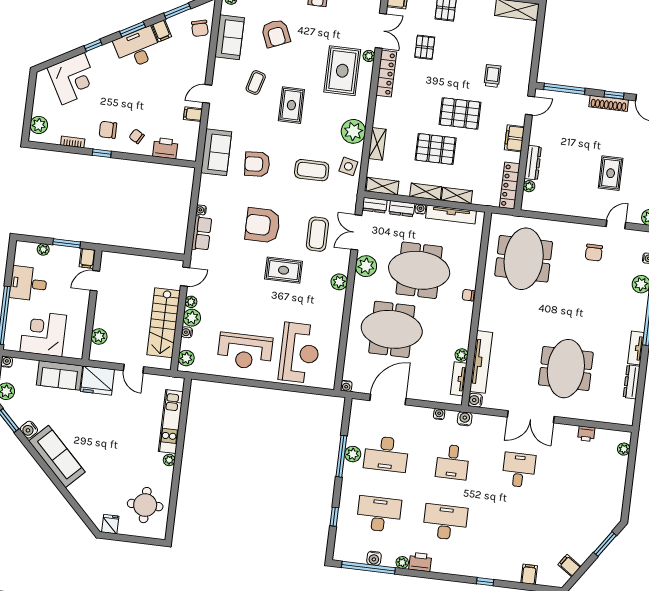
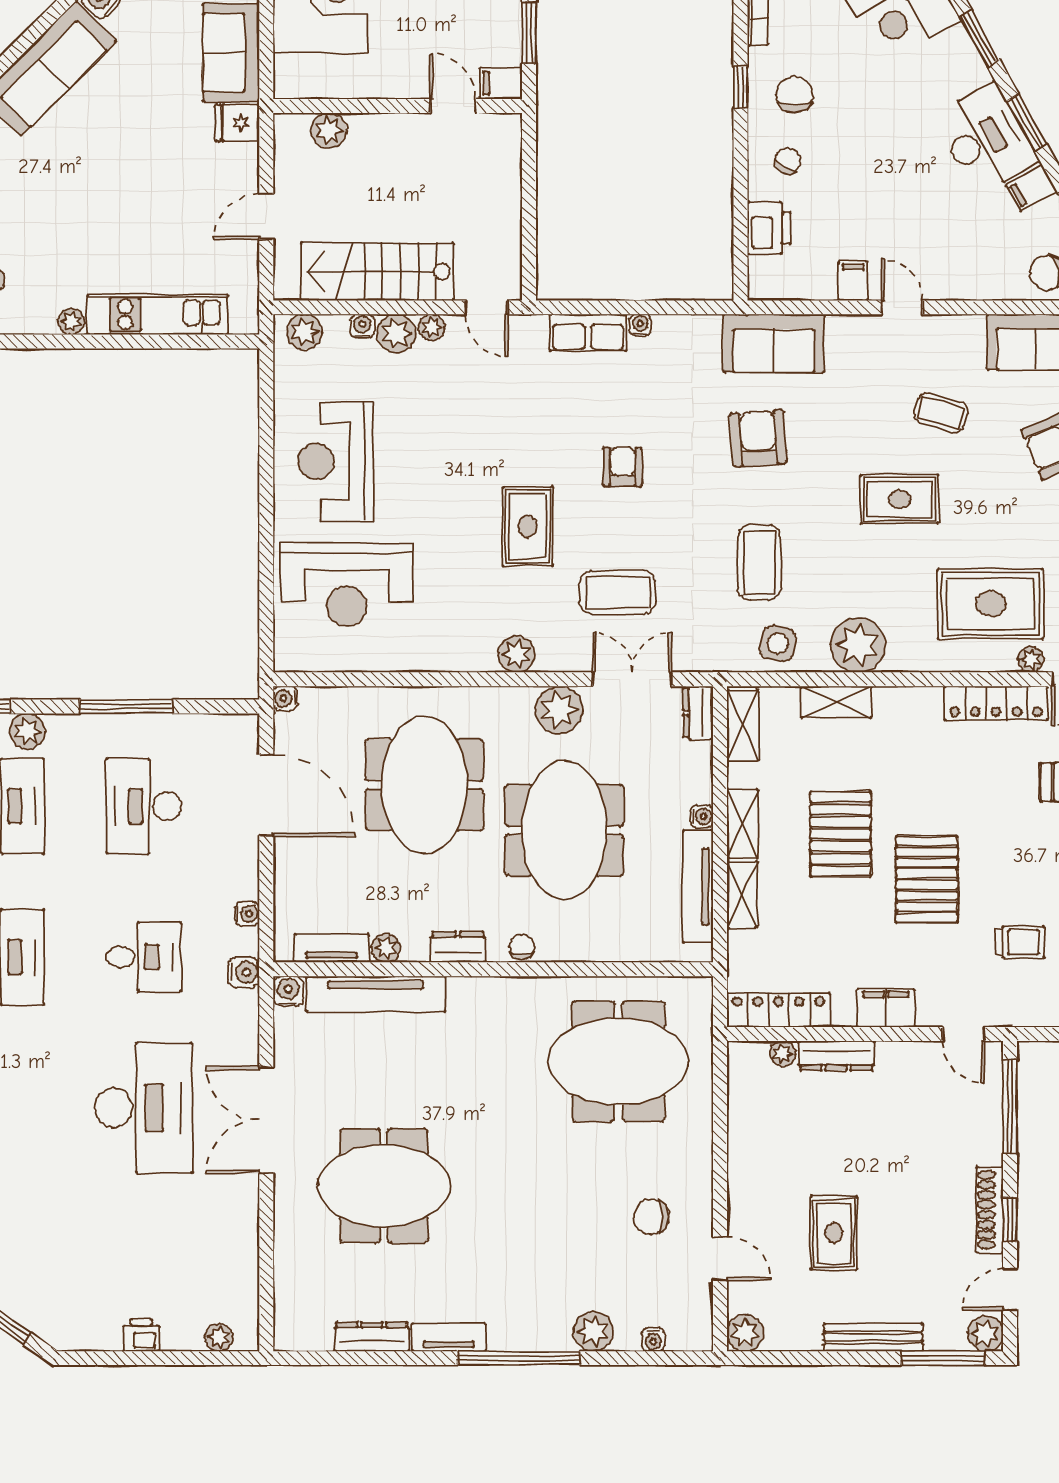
window: (93, 45) -> (980, 39), width x1.50
rug: (611, 173) -> (834, 1233), turned 90
dresser: (402, 209) -> (458, 947), moved, turned 90
armchair: (263, 225) -> (623, 467), width x0.53, depth x0.53
fridge: (98, 381) -> (237, 123), width x0.53, depth x0.75
printer: (586, 434) -> (141, 1335), moved, turned 90
plant: (353, 454) -> (27, 731), moved
desk: (453, 462) -> (144, 957), turned 180
desk: (519, 470) -> (144, 1108), width x1.87, depth x1.30

